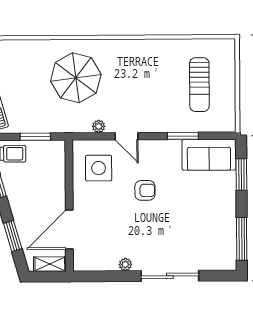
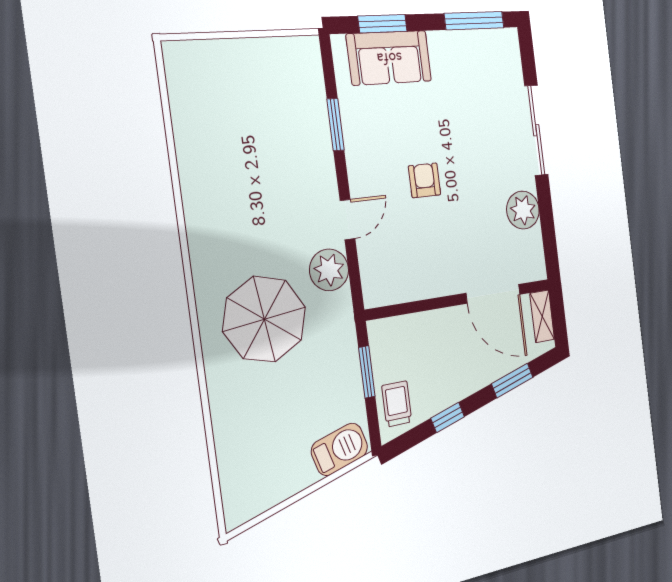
sun lounger: (199, 85) -> (249, 102), removed
plant: (99, 126) -> (329, 270), width x1.88, depth x1.88
sofa: (209, 155) -> (389, 58), moved, turned 90
side table: (99, 168) -> (401, 260), removed
plant: (125, 264) -> (523, 210), width x1.88, depth x1.88

